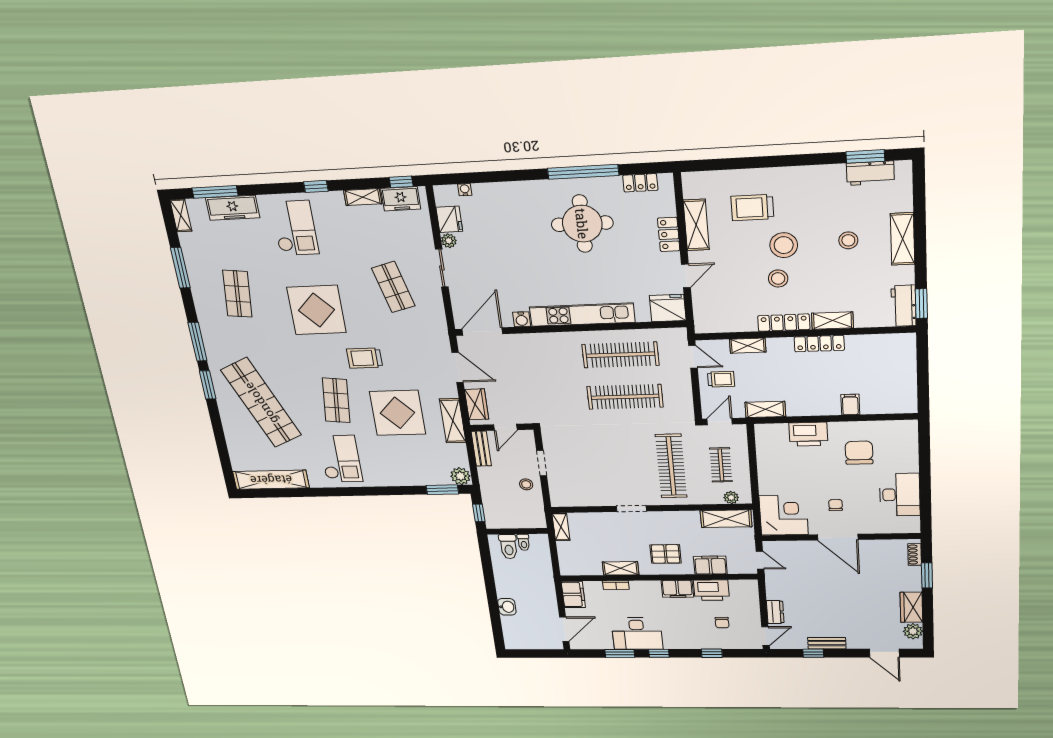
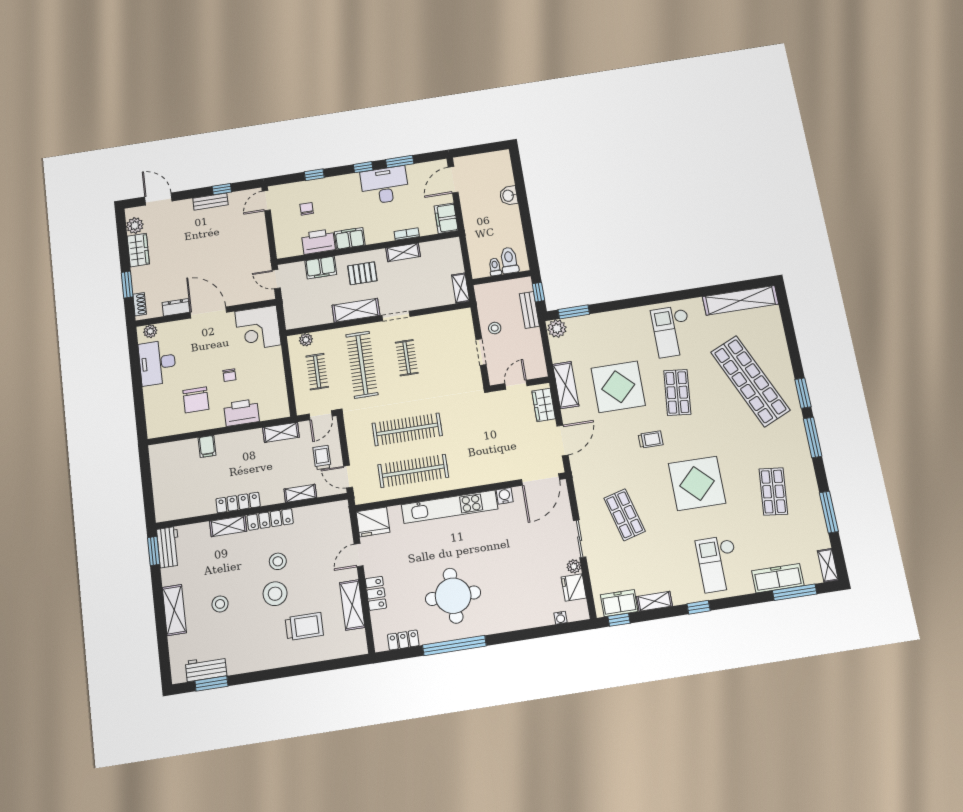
trolley: (365, 358) -> (651, 439), width x0.73, depth x0.72
door: (458, 367) -> (563, 440), swing flipped
trolley: (721, 379) -> (322, 457), turned 90
bench: (481, 449) -> (529, 310), moved
clothes rail: (622, 467) -> (407, 358), added
chair: (836, 505) -> (229, 375), moved
shelving: (726, 519) -> (356, 310), moved
plant: (905, 527) -> (150, 331), added
dresser: (775, 612) -> (176, 307), moved, turned 90

